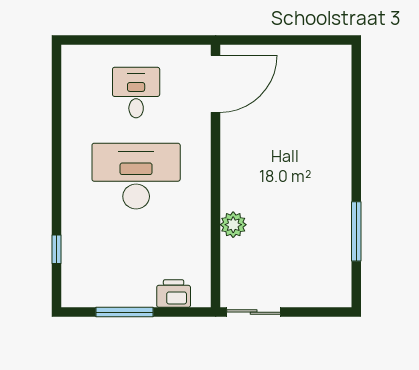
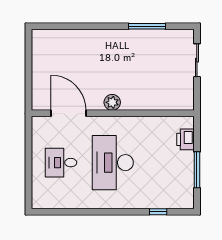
door: (216, 84) -> (69, 113), moved
plant: (233, 225) -> (112, 102), moved
sliding door: (254, 312) -> (197, 60), moved

